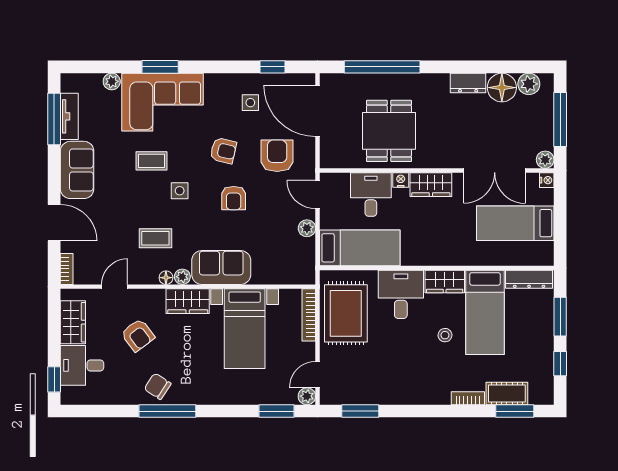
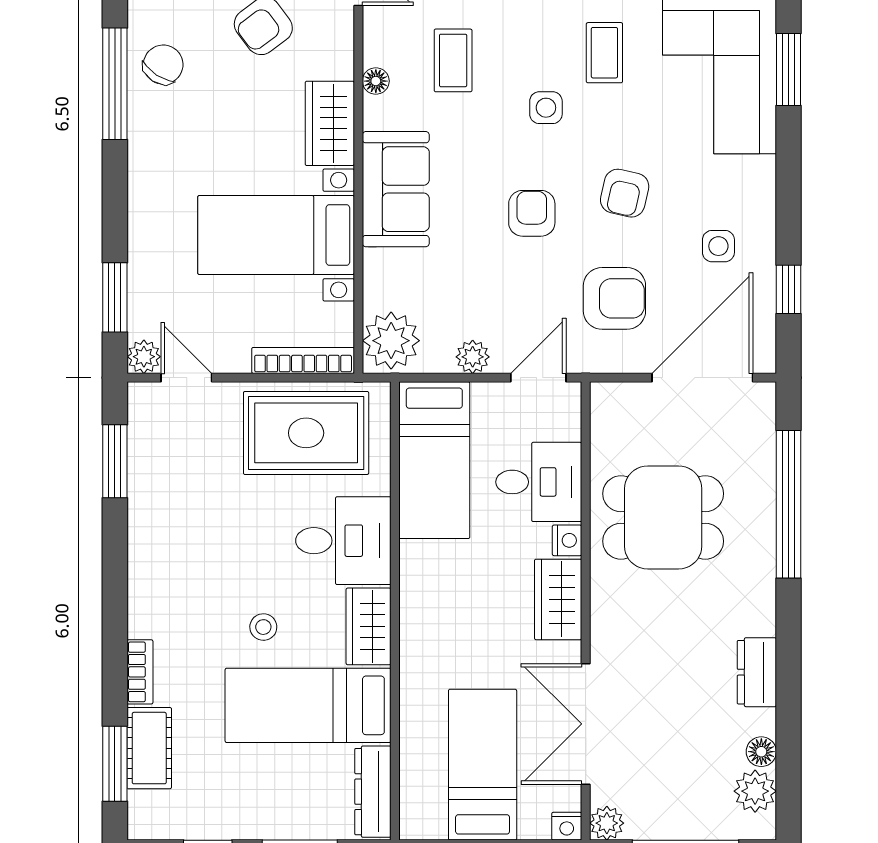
floor lamp: (502, 88) -> (761, 752), width x0.53, depth x0.53
armchair: (234, 198) -> (532, 213), turned 90
plant: (182, 277) -> (391, 341), moved, width x1.88, depth x1.88

